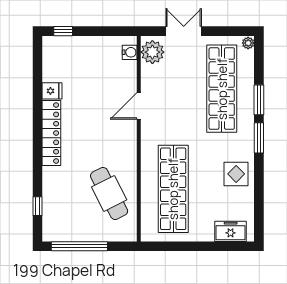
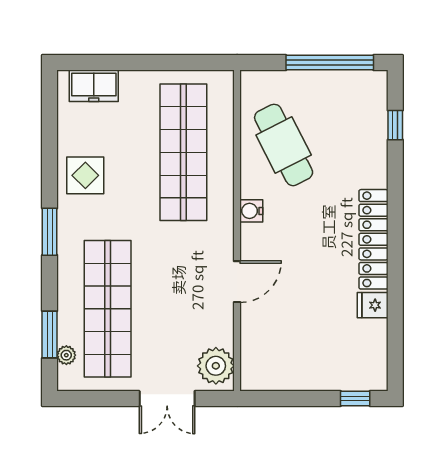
plant: (248, 43) -> (66, 355), moved
water cooler: (130, 52) -> (251, 211), moved
window: (259, 100) -> (50, 334), moved

